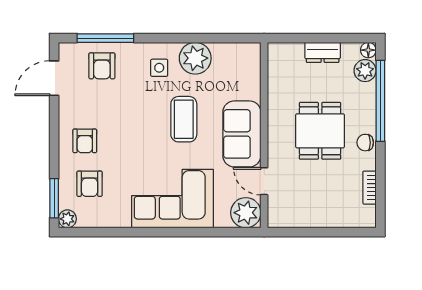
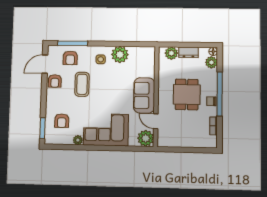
plant: (291, 54) -> (171, 53), added
window: (380, 101) -> (220, 94), moved
coffee table: (184, 119) -> (82, 84), moved
armchair: (85, 141) -> (55, 81), moved
plant: (67, 219) -> (78, 140), moved

